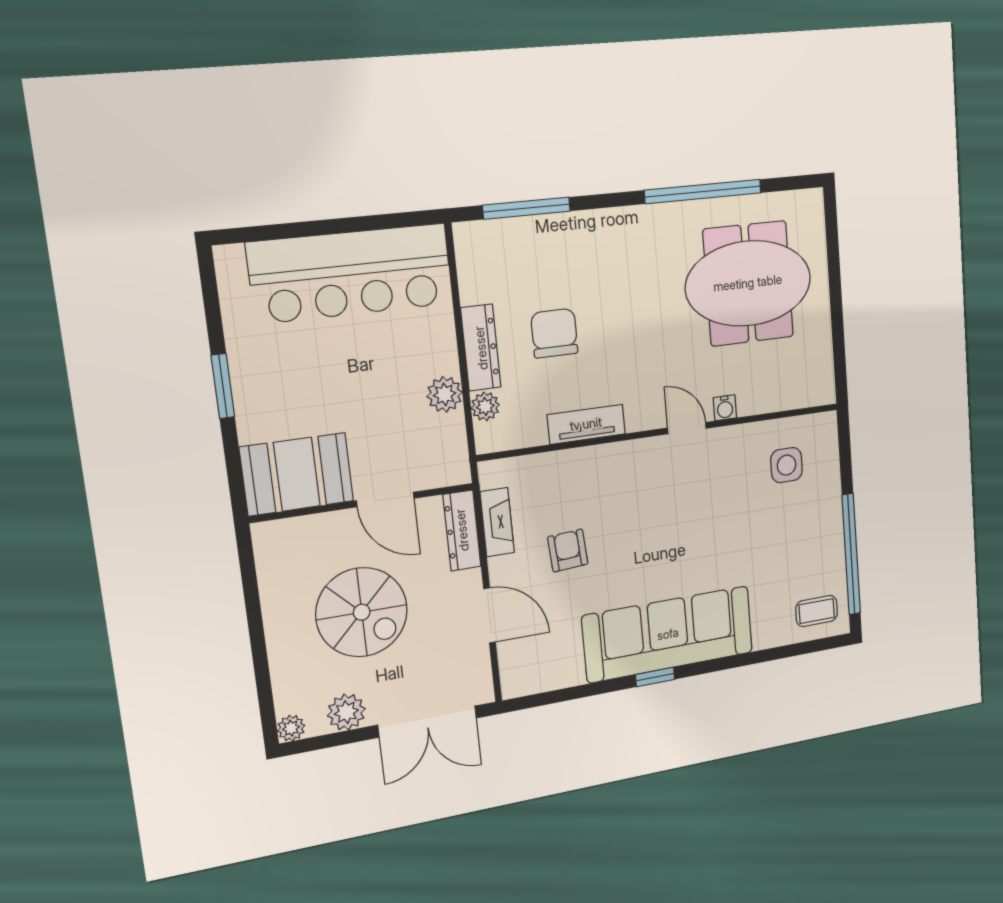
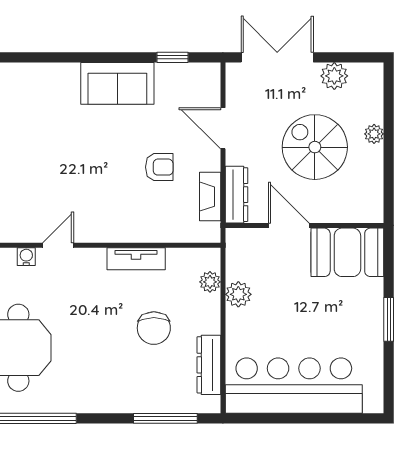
dresser: (481, 348) -> (209, 365), moved
door: (687, 428) -> (58, 245), swing flipped
armchair: (568, 550) -> (159, 167), turned -86
sofa: (668, 634) -> (117, 83), width x0.54, depth x0.79
window: (655, 677) -> (173, 57), moved
plant: (291, 728) -> (374, 134), moved

